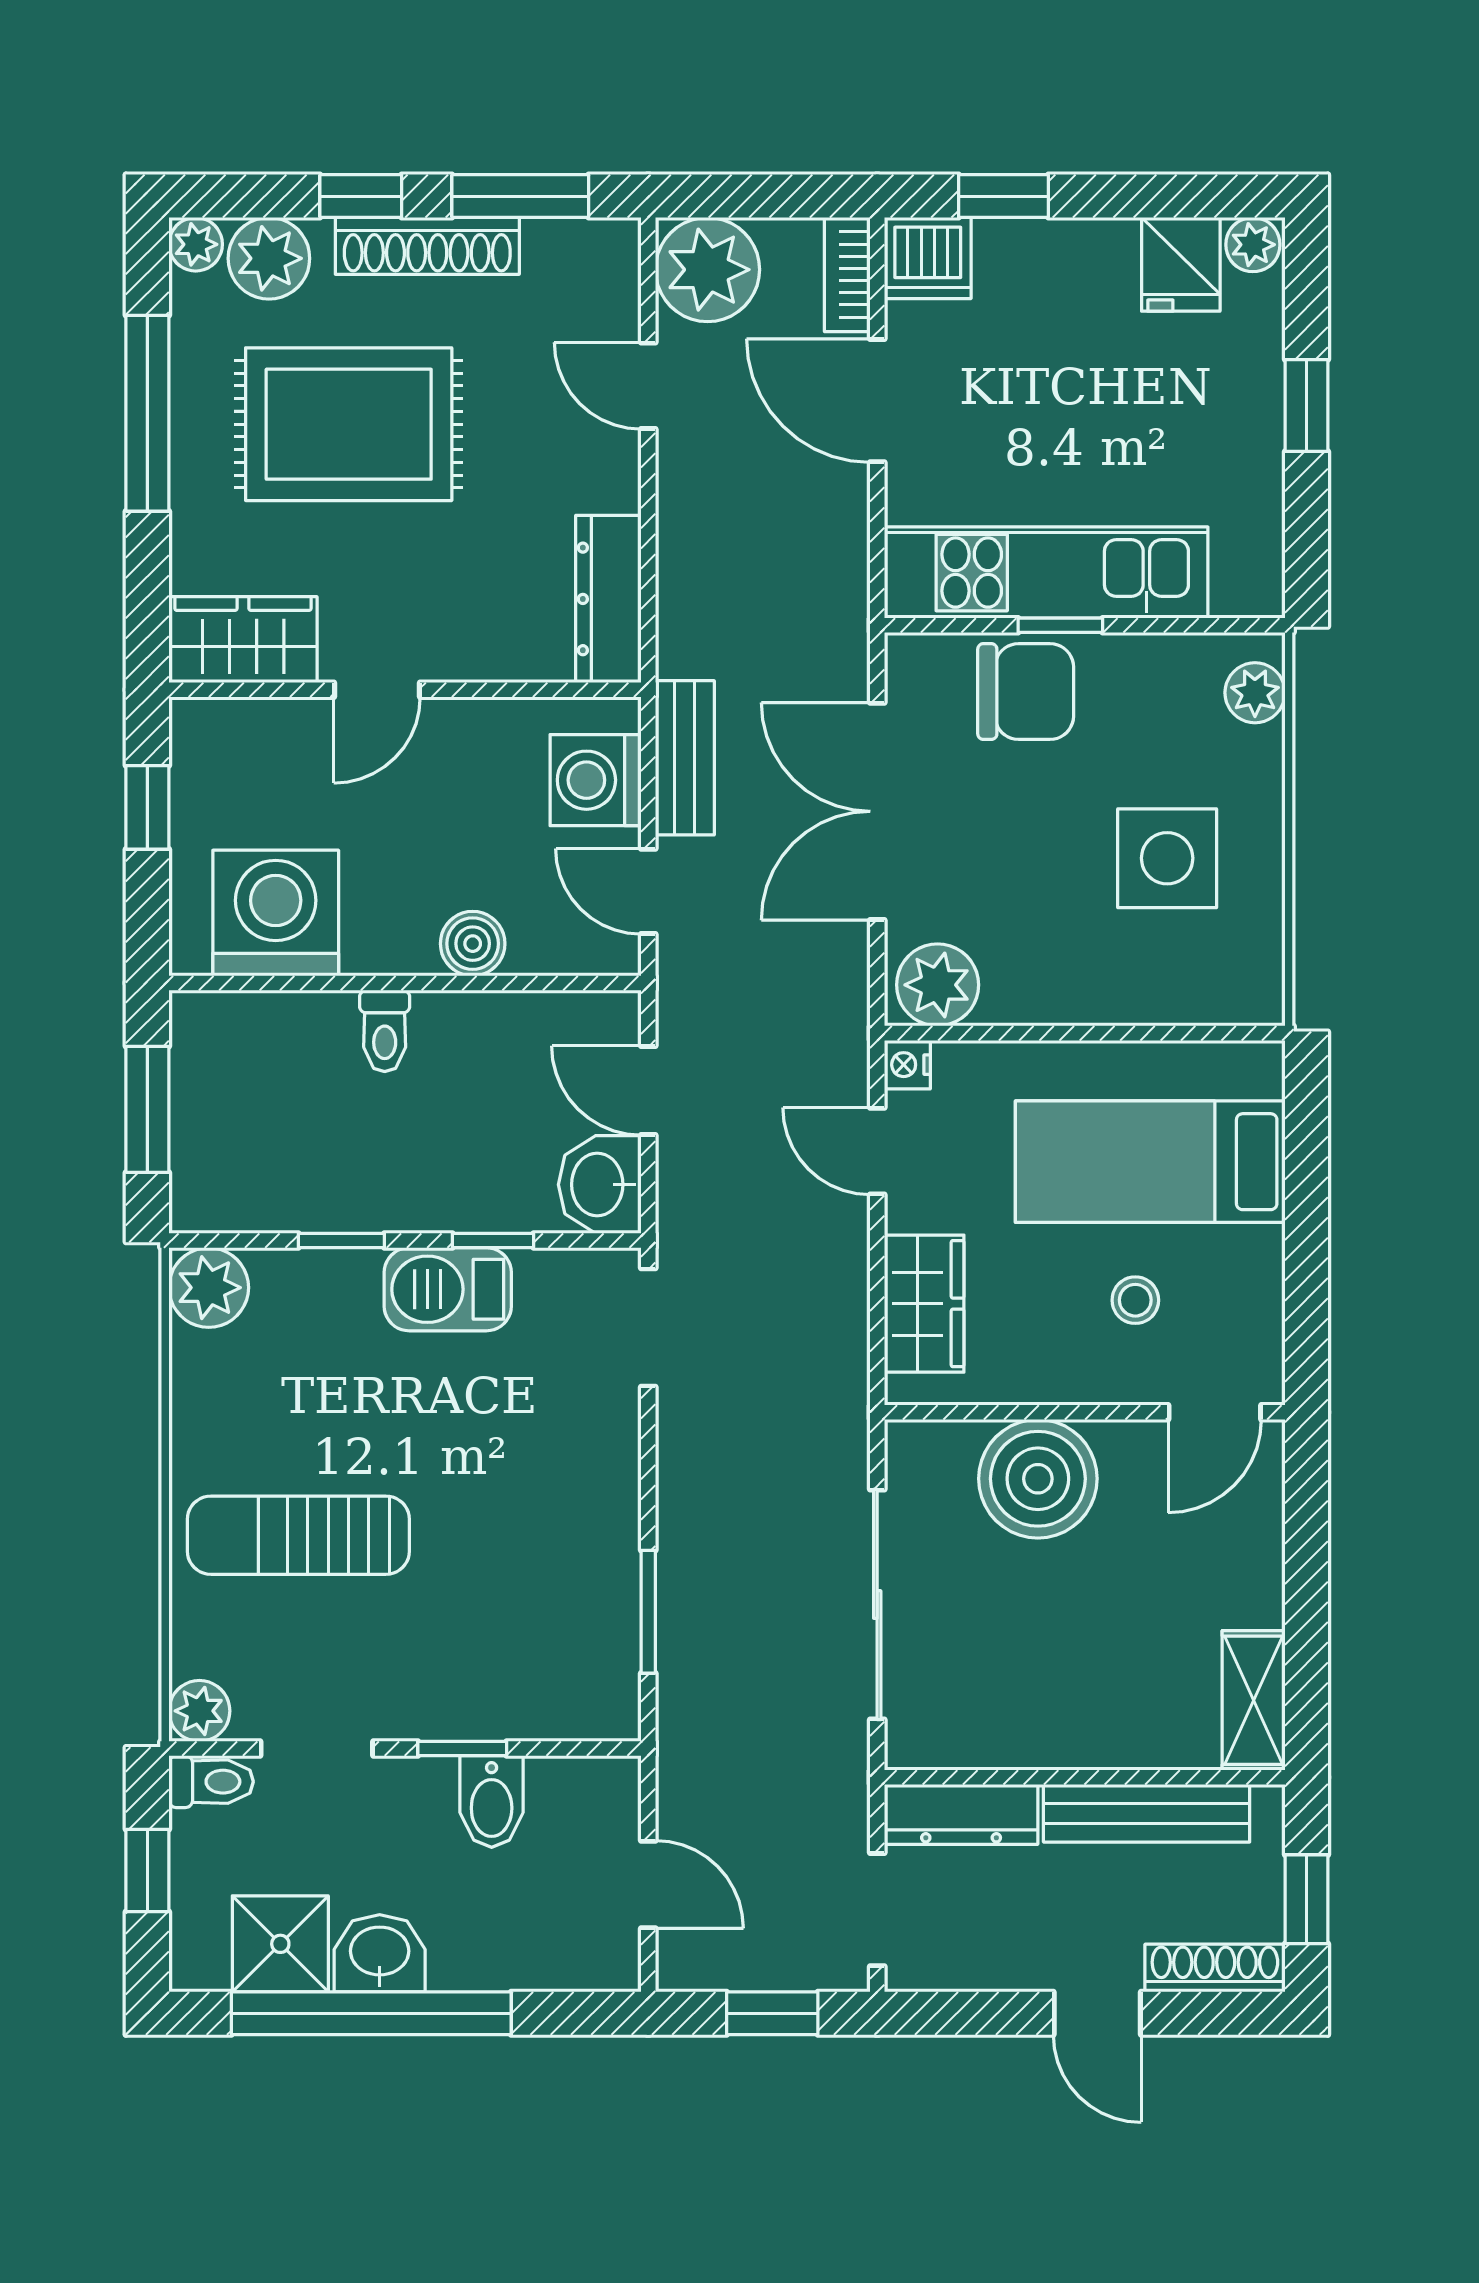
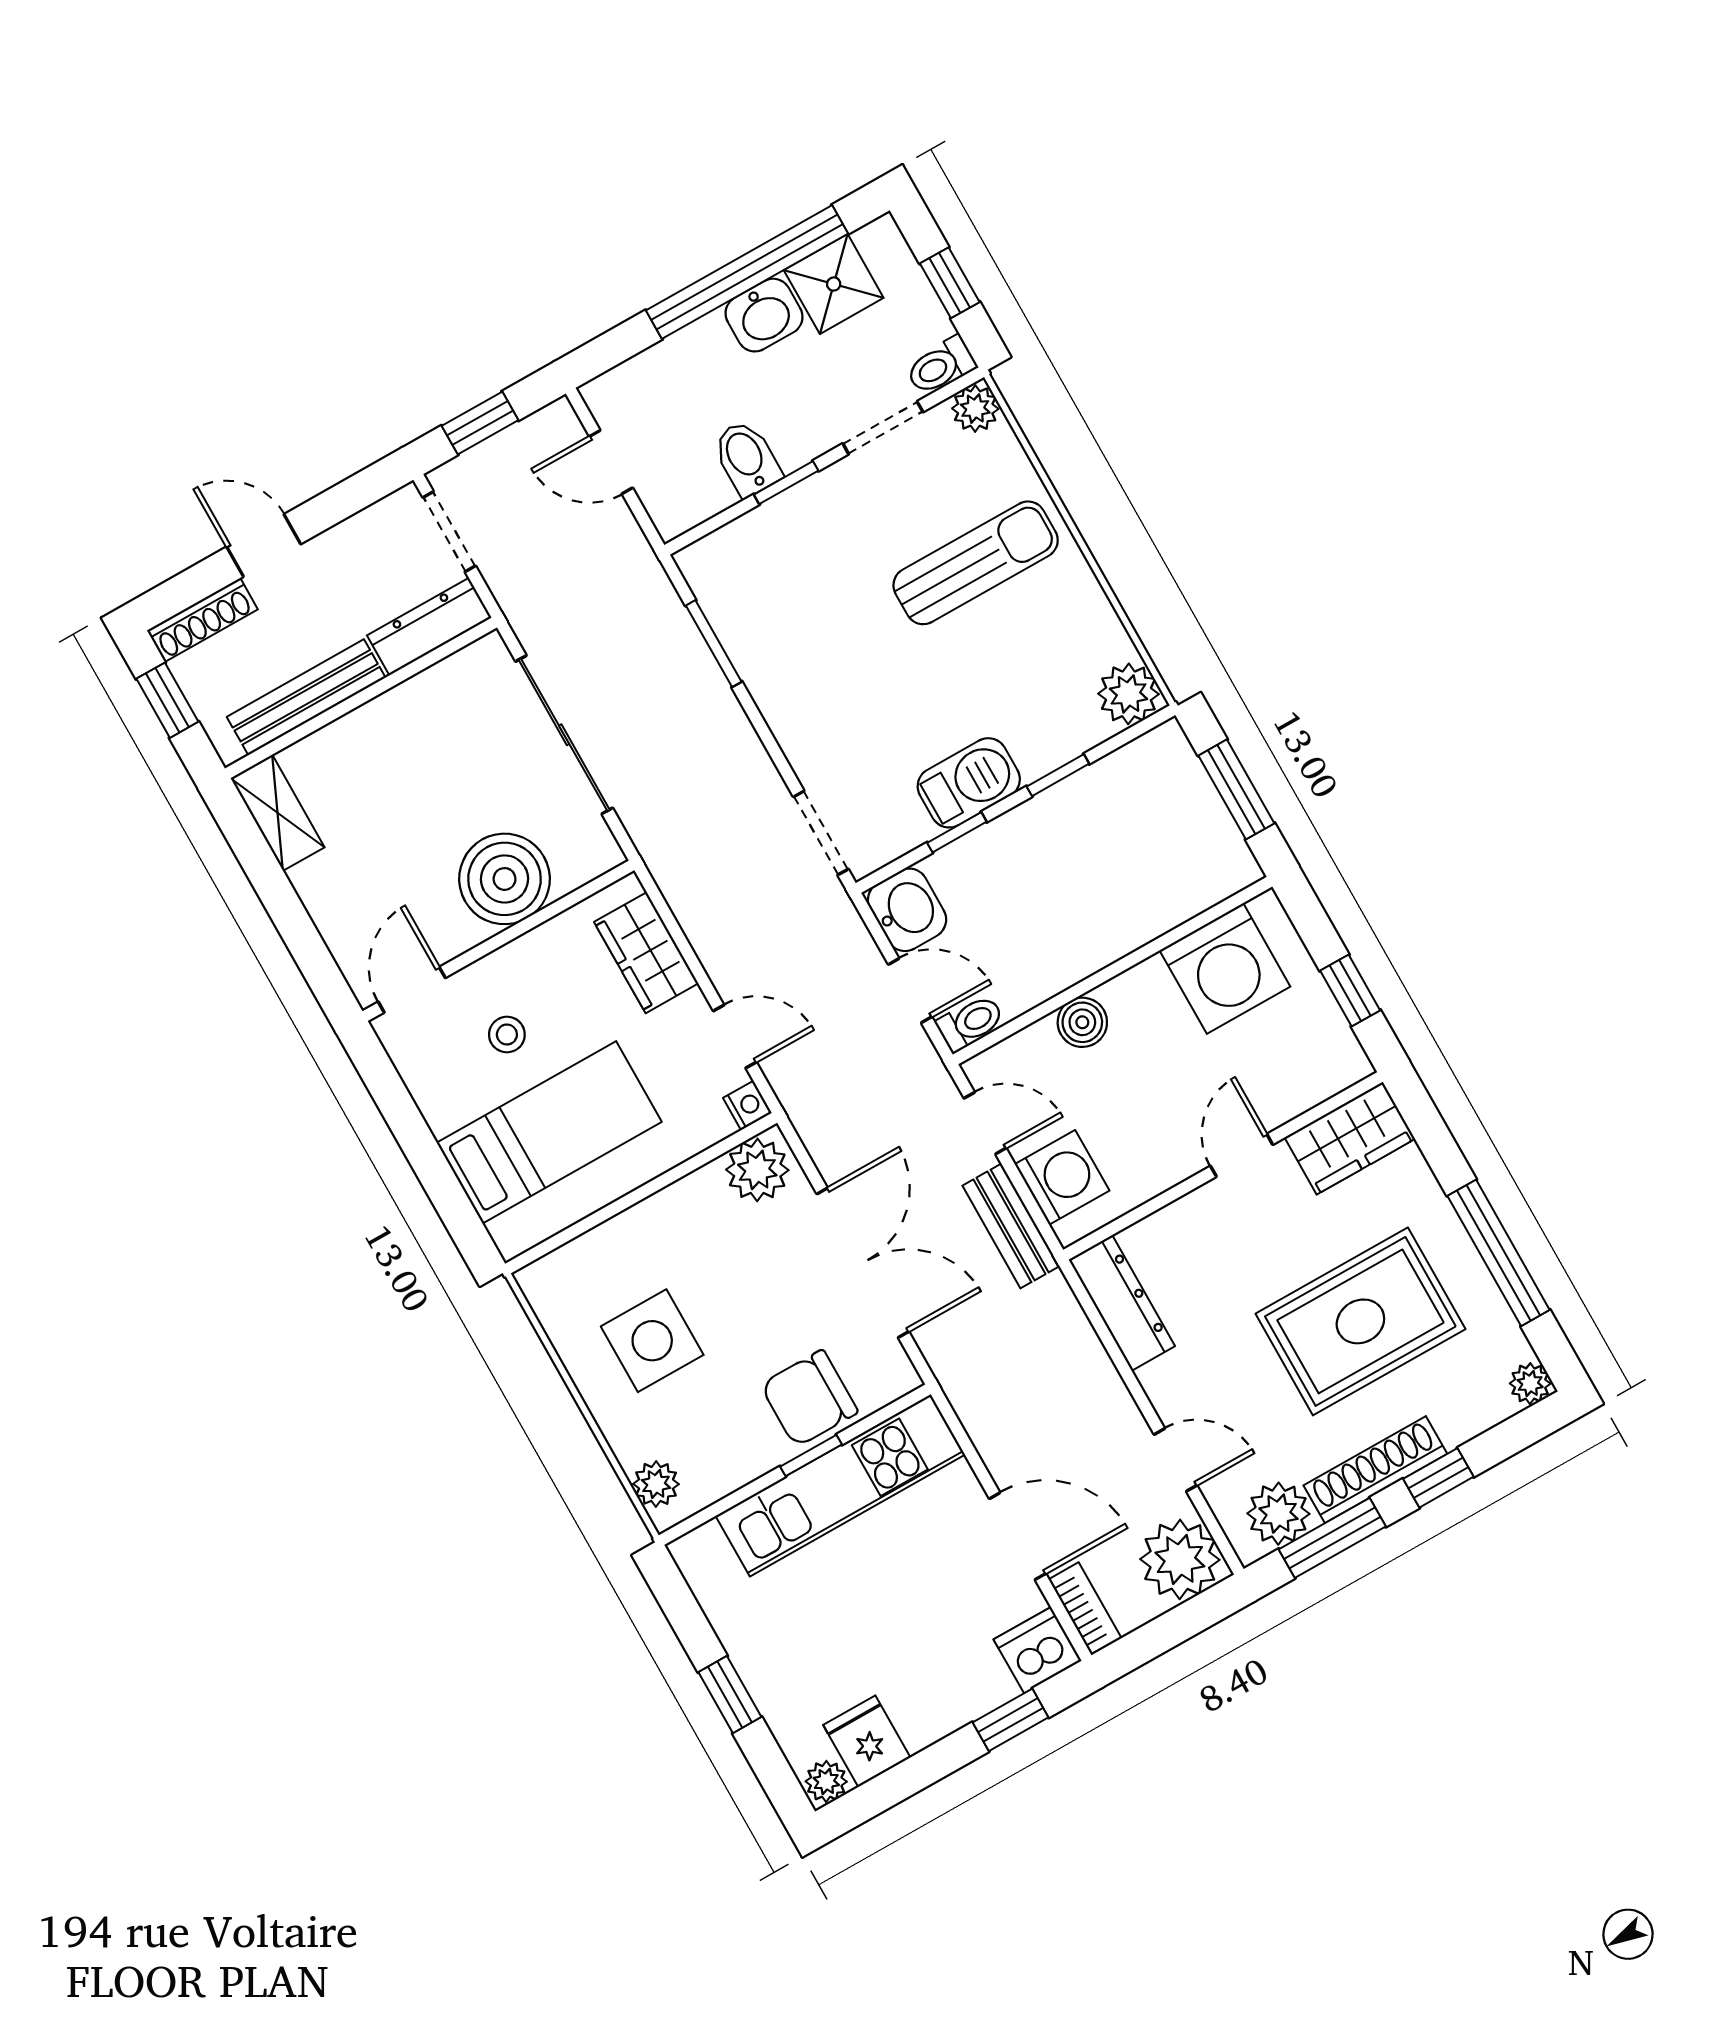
plant: (269, 258) -> (1278, 1514), moved
toilet: (385, 1031) -> (970, 1023), moved, turned 90

